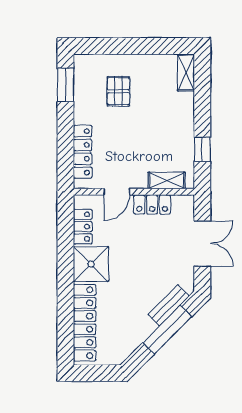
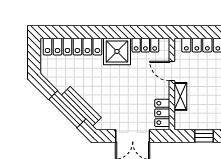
shelving: (167, 180) -> (180, 96), moved
locker: (152, 204) -> (162, 113), moved
bench: (169, 305) -> (81, 106), width x1.36

